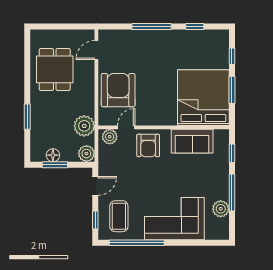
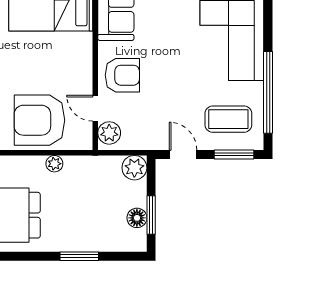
plant: (84, 126) -> (54, 164), moved, width x0.53, depth x0.53
window: (95, 220) -> (234, 154), width x1.50

